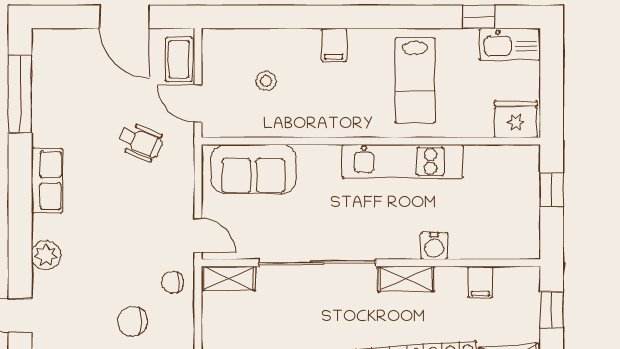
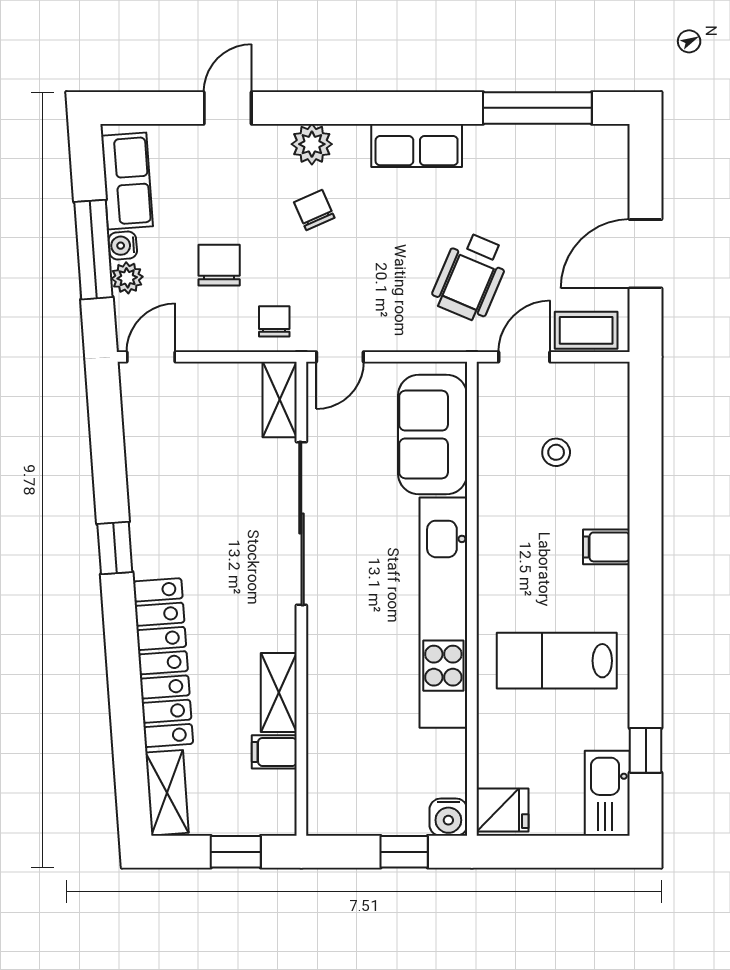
fridge: (516, 119) -> (502, 810), width x0.72
wheelchair: (141, 142) -> (471, 276), width x1.36, depth x1.37
kitchen unit: (403, 161) -> (443, 613), width x1.36
water cooler: (434, 246) -> (448, 817), moved, turned -90
chair: (93, 254) -> (314, 210), added
shelving: (406, 279) -> (279, 692), moved

